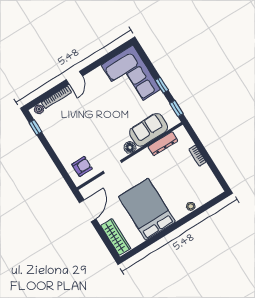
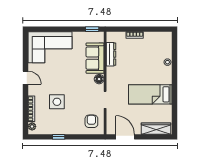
door: (74, 78) -> (25, 78), moved
window: (162, 85) -> (69, 29), removed
side table: (80, 119) -> (57, 102), added
window: (35, 127) -> (59, 137), moved
bed: (147, 209) -> (150, 94), width x0.67

